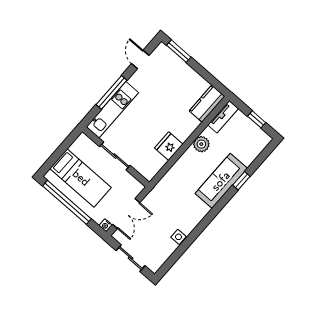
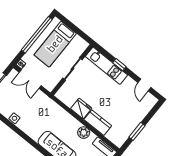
window: (179, 51) -> (137, 131), moved
door: (140, 60) -> (144, 85), swing flipped
window: (112, 92) -> (119, 65), width x0.46
kitchen counter: (207, 104) -> (98, 123), moved

